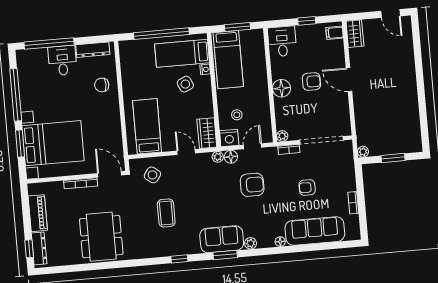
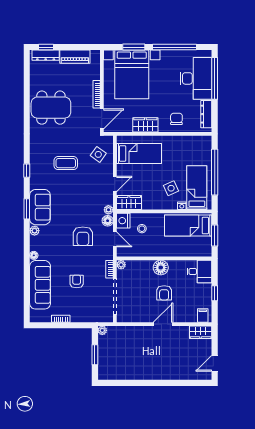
desk: (62, 60) -> (196, 78), width x1.87, depth x1.30
wardrobe: (112, 122) -> (145, 125), added

